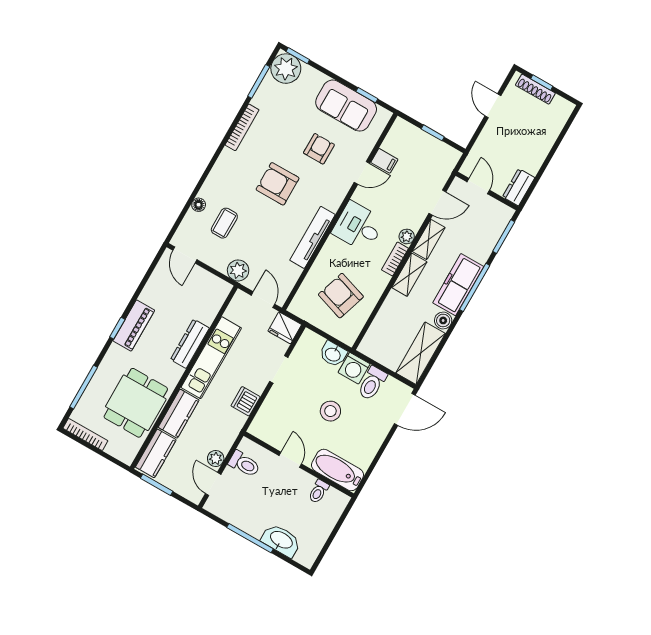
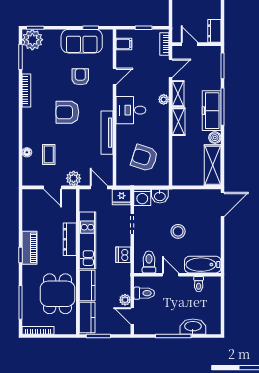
filing cabinet: (384, 161) -> (124, 44), moved
door: (185, 255) -> (53, 187), moved
bookcase: (395, 259) -> (164, 44), moved
washing machine: (354, 368) -> (142, 197), moved
toilet: (372, 383) -> (149, 262), moved, turned 180

